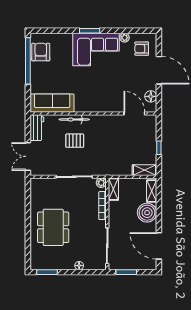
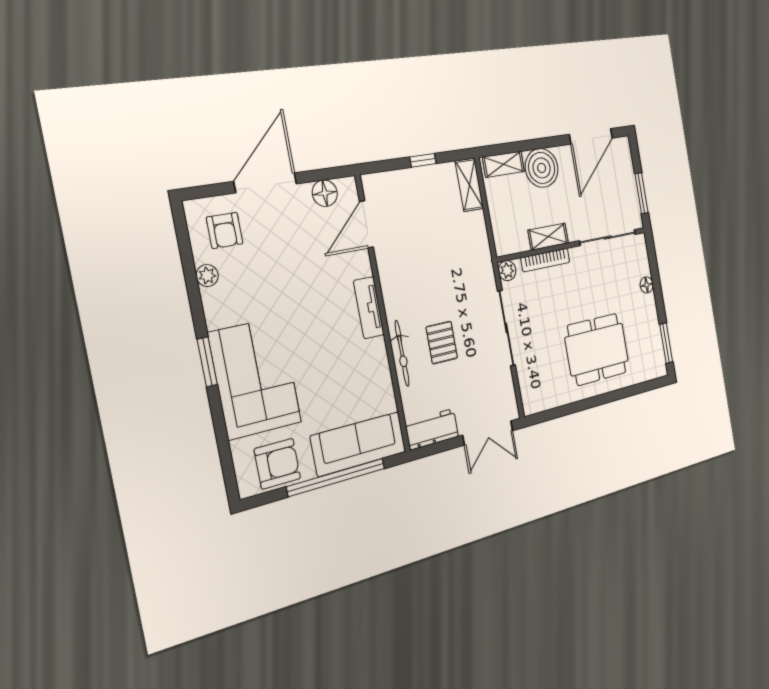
corner sofa: (96, 50) -> (255, 378), moved
armchair: (41, 52) -> (277, 464), turned 180
window: (28, 61) -> (336, 477), moved
sofa: (52, 103) -> (359, 444), moved, turned 90
tv unit: (98, 107) -> (369, 308), added
shelving: (113, 189) -> (548, 237), moved

